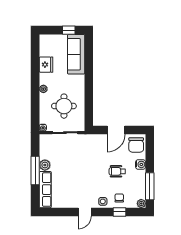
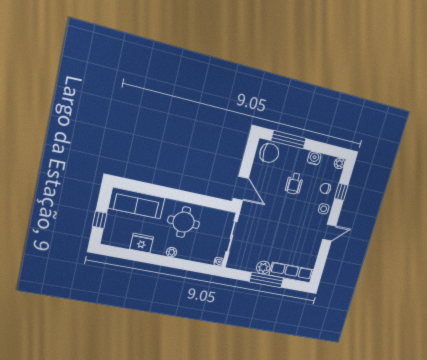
window: (69, 30) -> (100, 220), moved
round table: (64, 106) -> (184, 222), moved
door: (116, 130) -> (241, 188), moved
water cooler: (141, 164) -> (314, 158), moved
window: (150, 186) -> (289, 140), moved
door: (85, 212) -> (329, 233), hinge flipped

